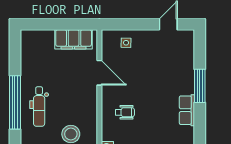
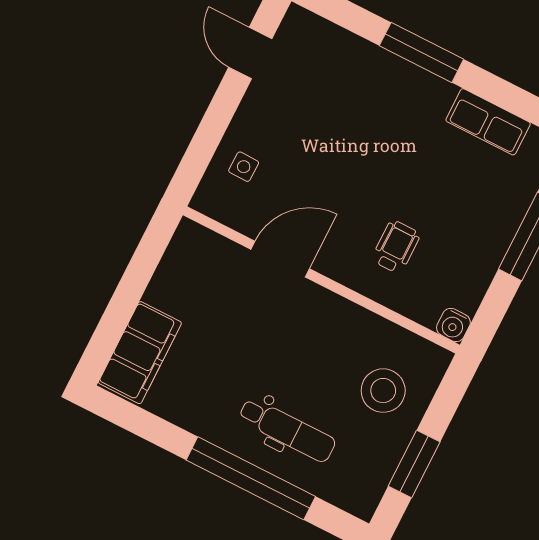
filing cabinet: (74, 39) -> (140, 353), moved
row of seats: (187, 110) -> (488, 122), moved

